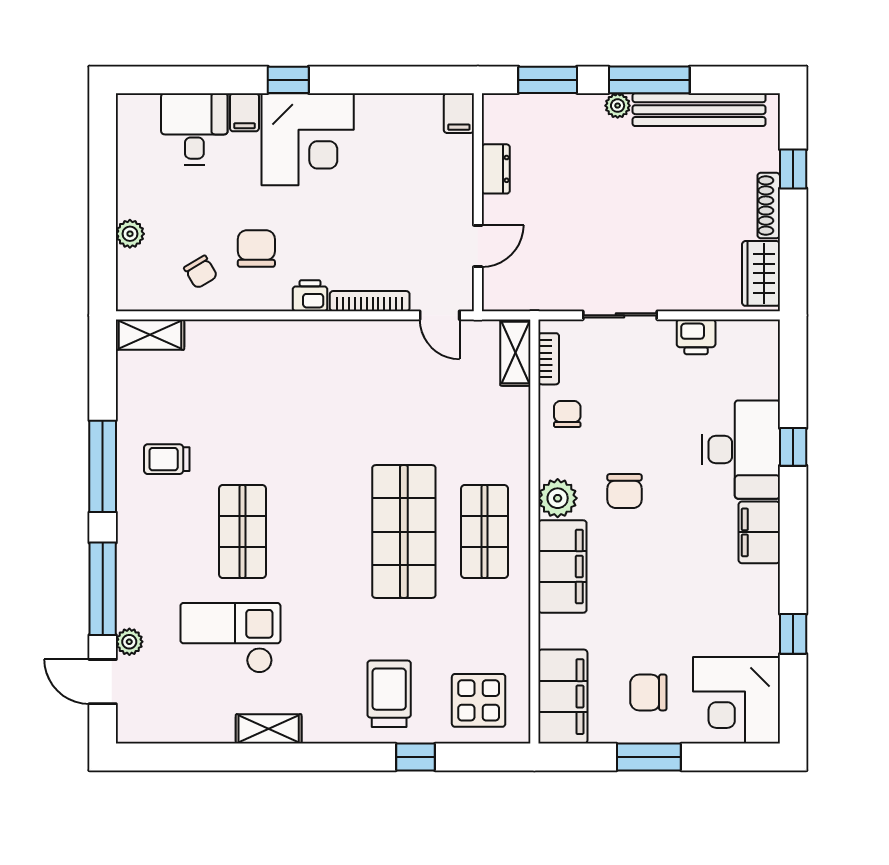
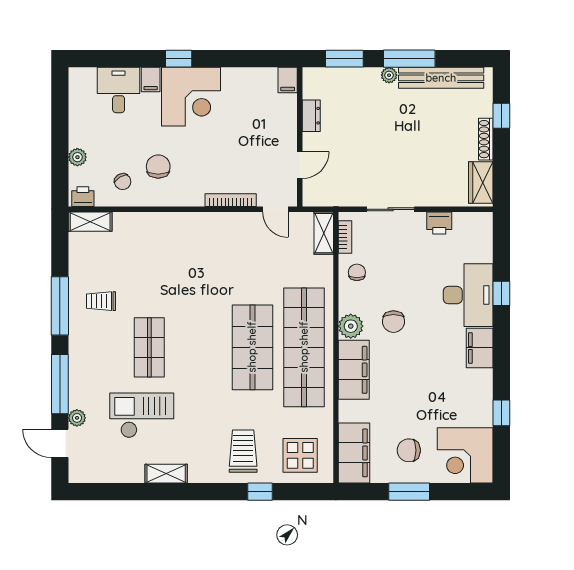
printer: (310, 296) -> (83, 197), moved
shop shelf: (485, 532) -> (304, 347), width x2.00, depth x1.36

